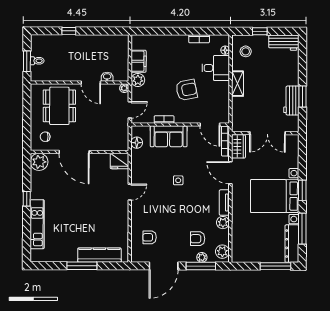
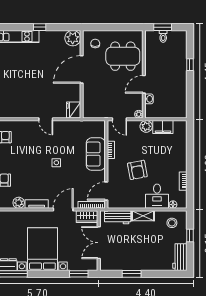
workbench: (291, 101) -> (118, 217), moved, turned 180
floor lamp: (137, 143) -> (90, 126), removed
window: (302, 190) -> (79, 274), moved

